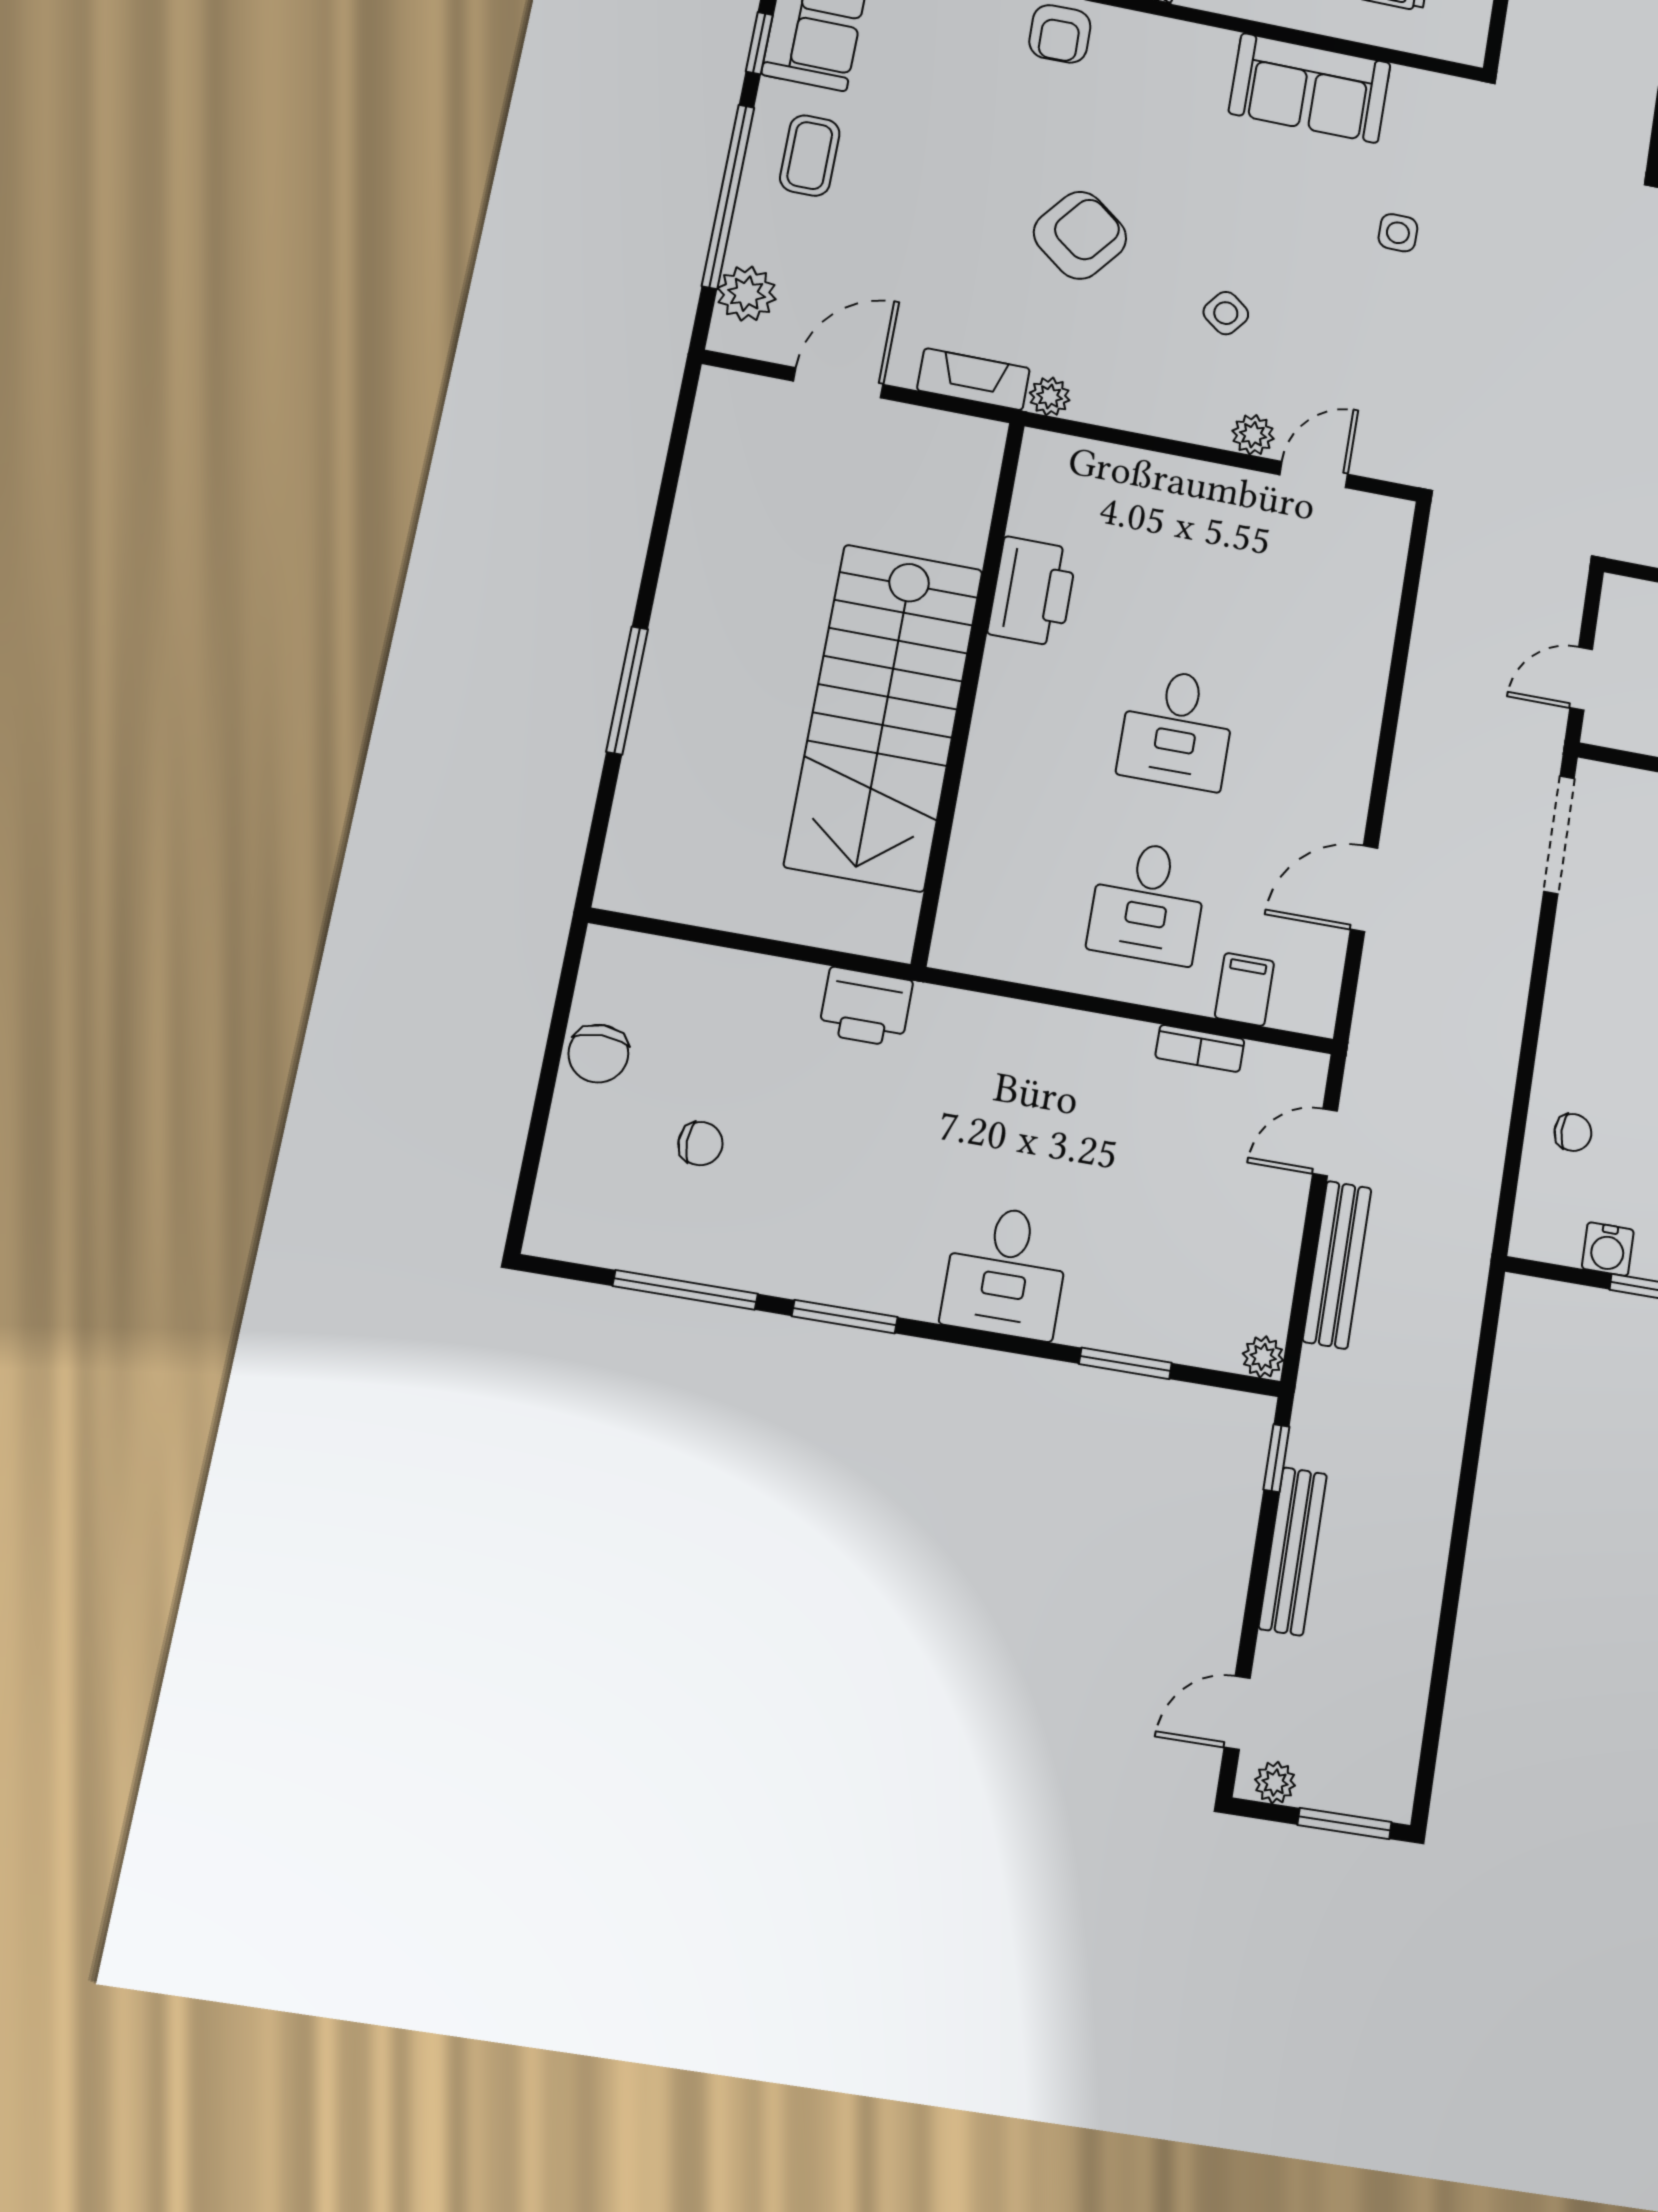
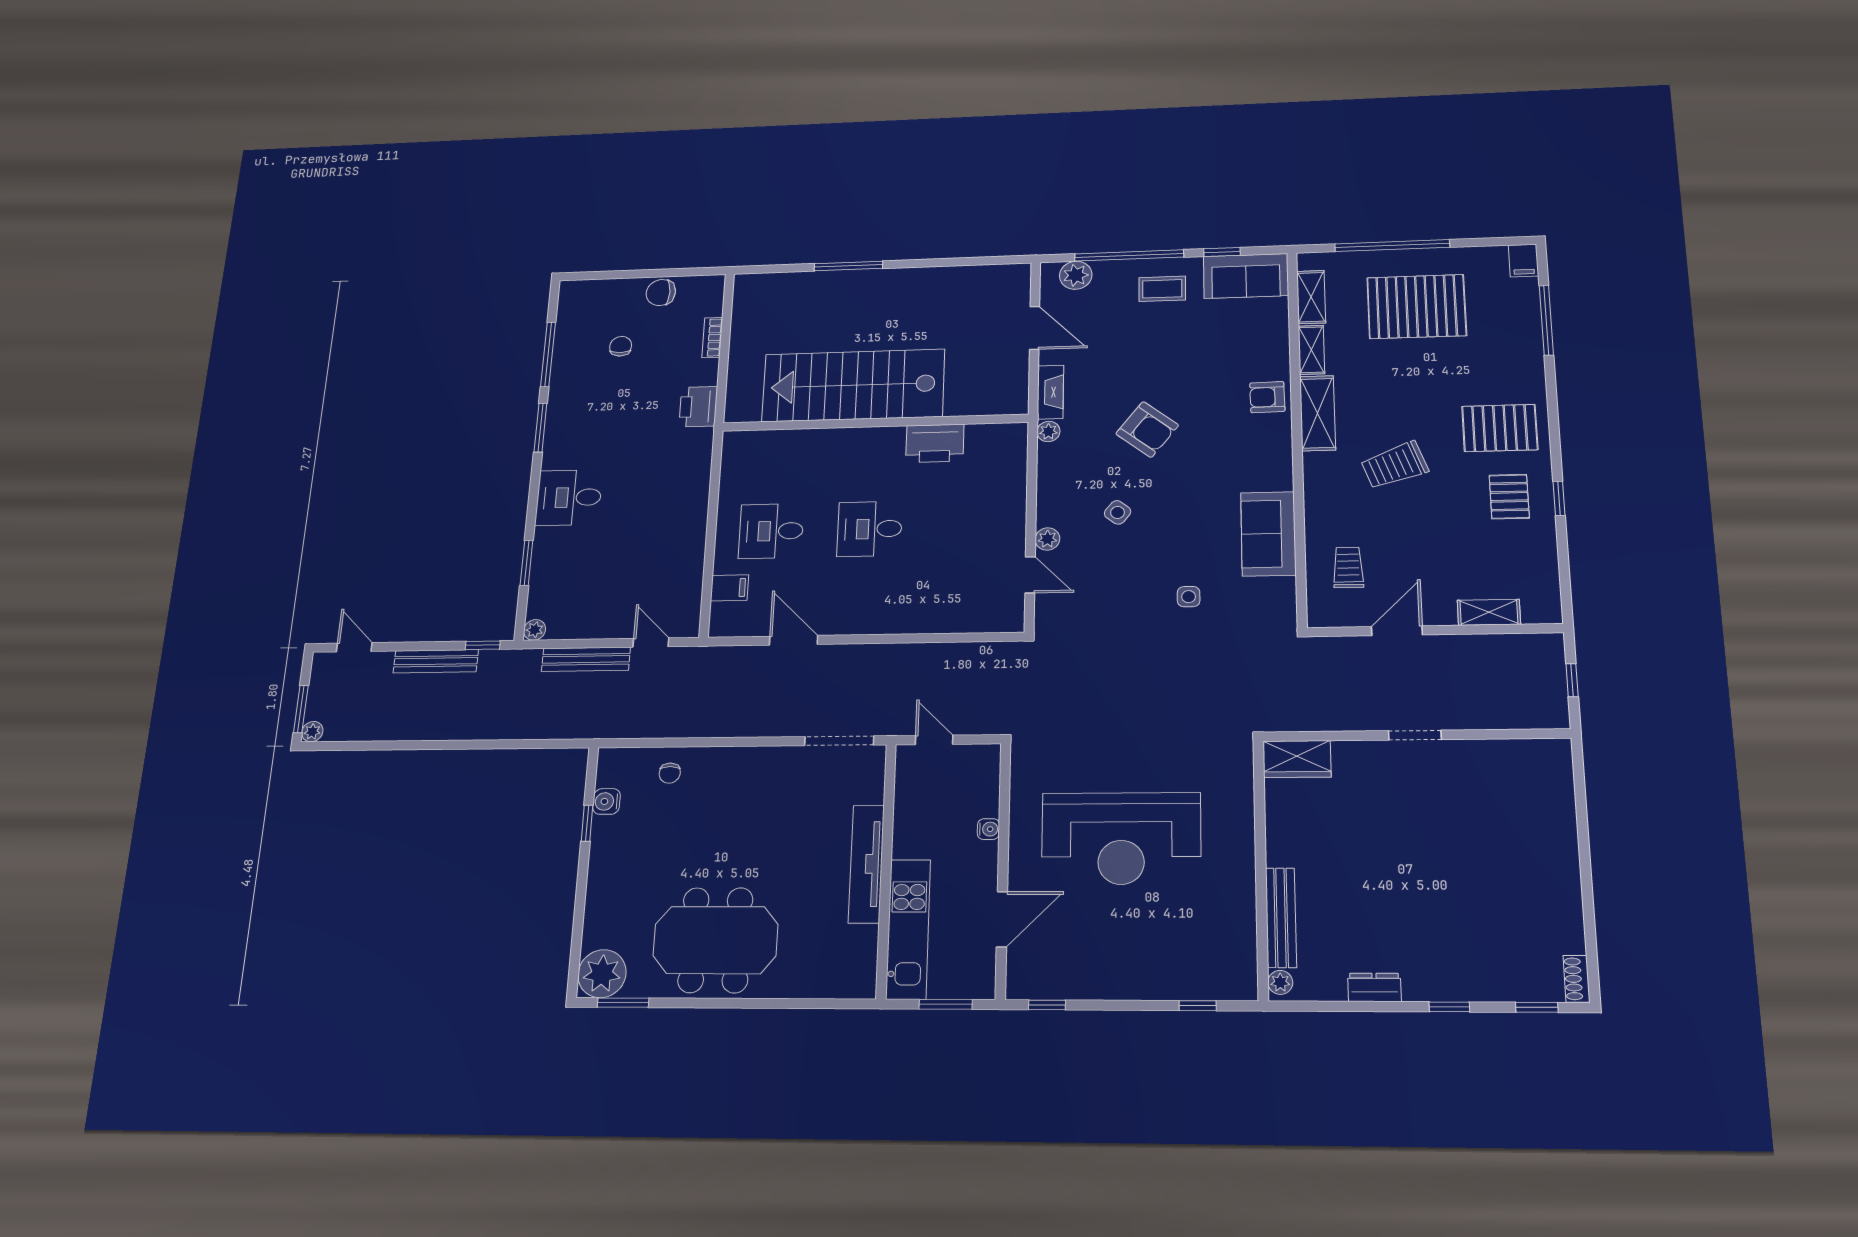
bookcase: (1200, 1048) -> (712, 338), moved
chair: (700, 1144) -> (621, 346), turned 180
plant: (1275, 1783) -> (312, 732), moved

